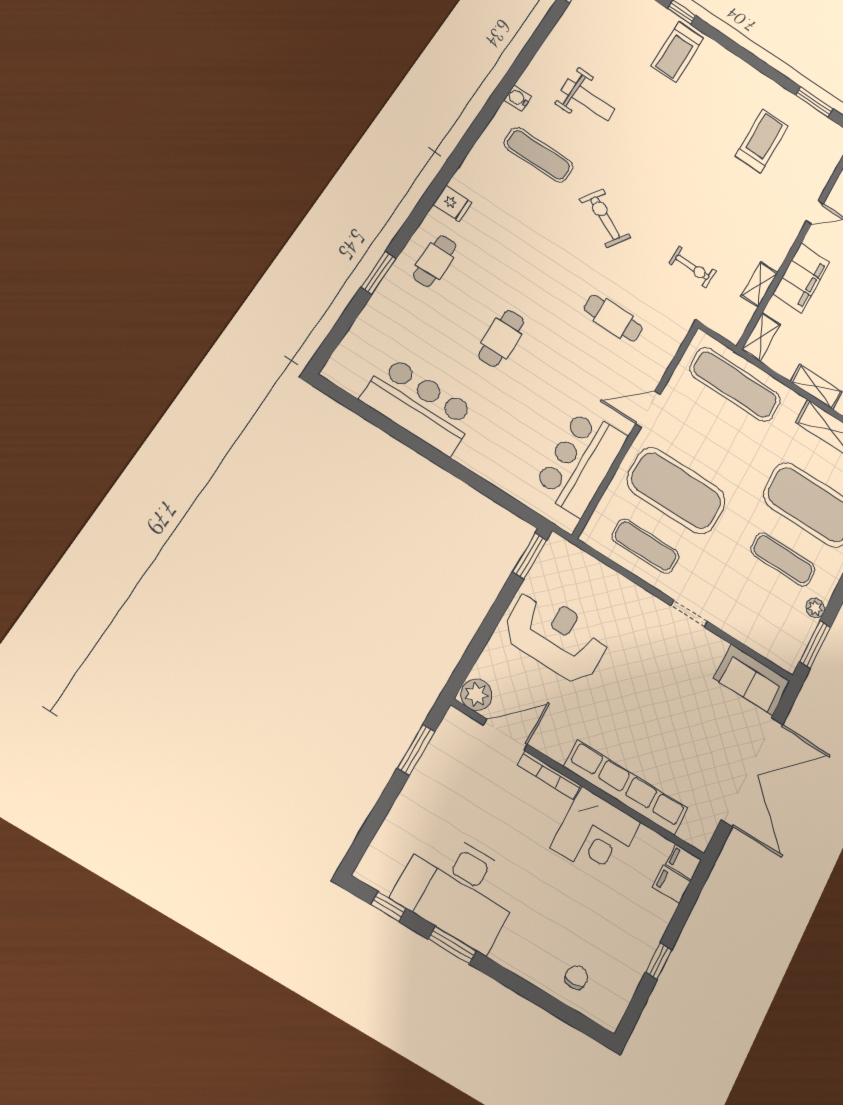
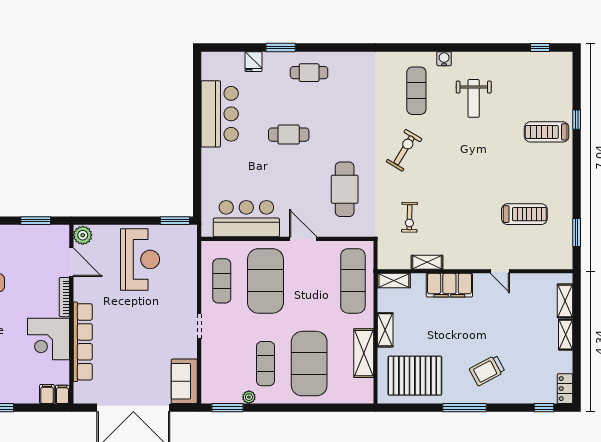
fridge: (452, 203) -> (253, 62), moved
cafe table: (613, 318) -> (345, 189), width x1.37, depth x1.35

